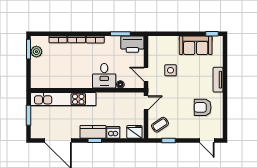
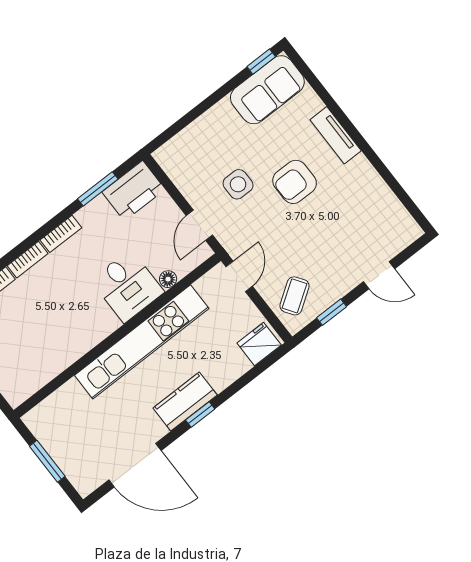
sofa: (196, 45) -> (267, 90), moved
door: (146, 74) -> (199, 225), hinge flipped
kitchen unit: (63, 99) -> (142, 342), moved
armchair: (203, 107) -> (295, 182), moved
dishwasher: (113, 132) -> (222, 374), removed
door: (207, 140) -> (379, 275), moved

